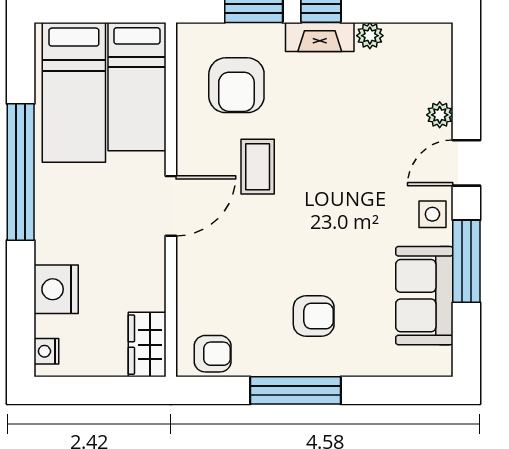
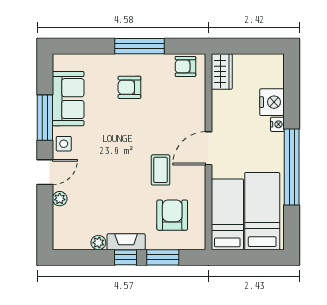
nightstand: (46, 351) -> (277, 124), moved

